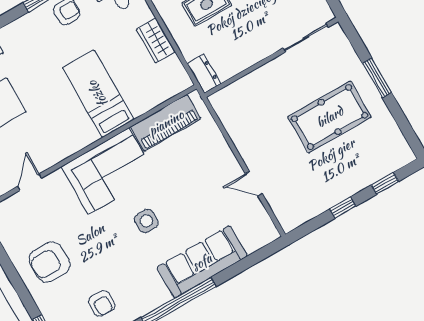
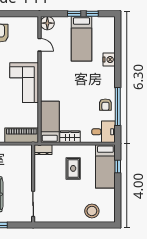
bed: (98, 94) -> (50, 122), moved, turned -90
piano: (166, 123) -> (22, 135), moved, turned 90

